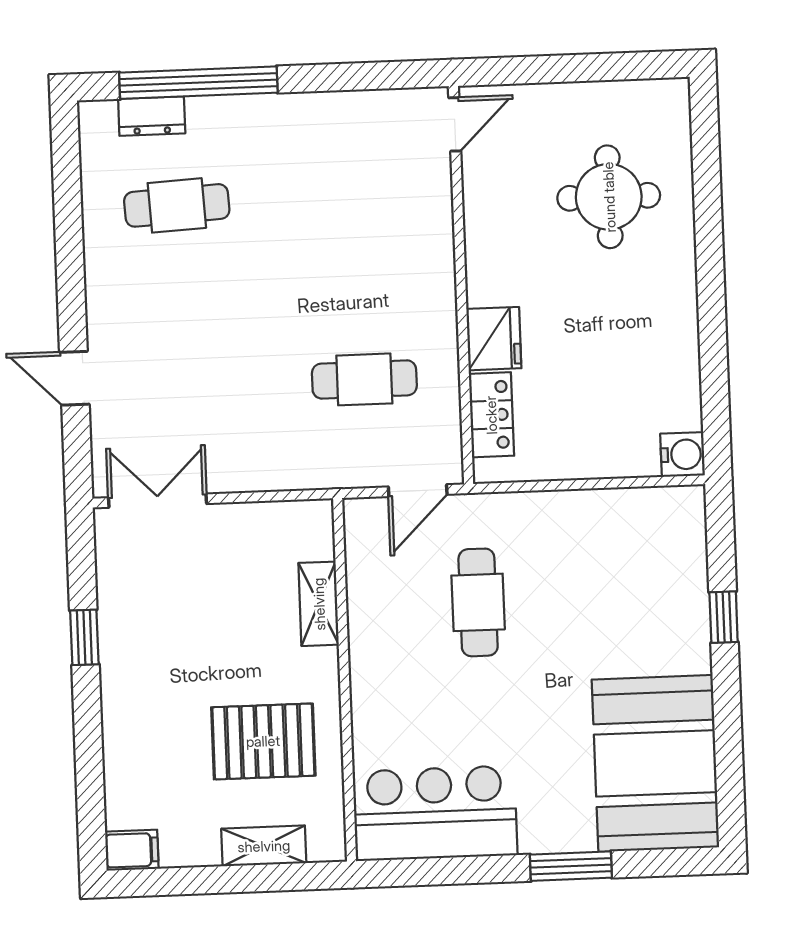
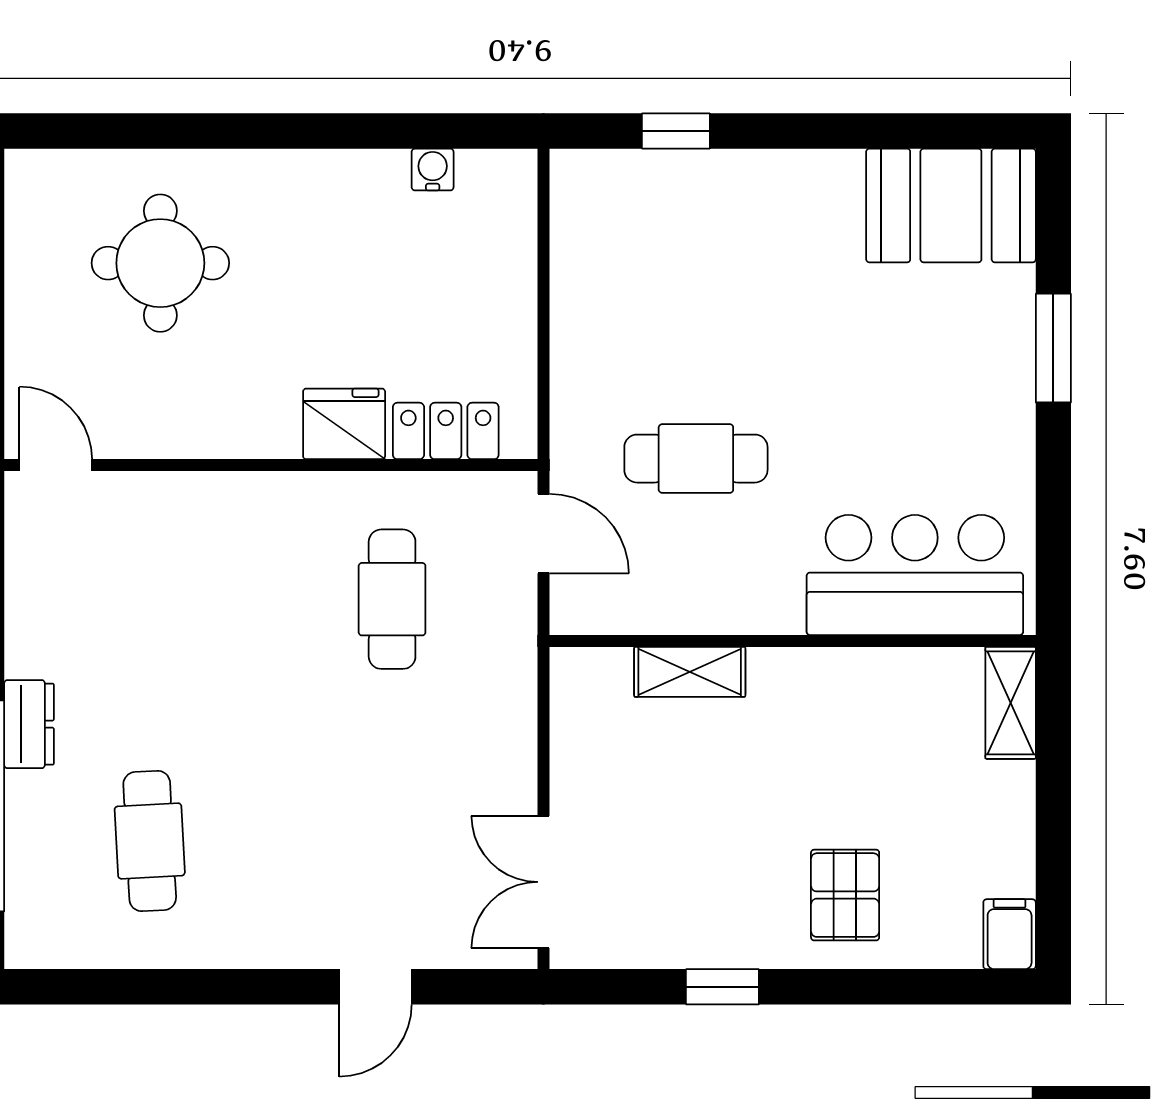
dresser: (152, 116) -> (29, 724), moved
water cooler: (683, 454) -> (433, 170), moved, width x0.72, depth x0.72
window: (724, 617) -> (676, 131), moved
pallet: (263, 741) -> (845, 895), moved, width x0.67, depth x0.71
booth: (656, 763) -> (951, 206), width x0.73, depth x0.70
bar counter: (435, 813) -> (915, 575), moved, turned 90
shelving: (264, 846) -> (1011, 703), moved

